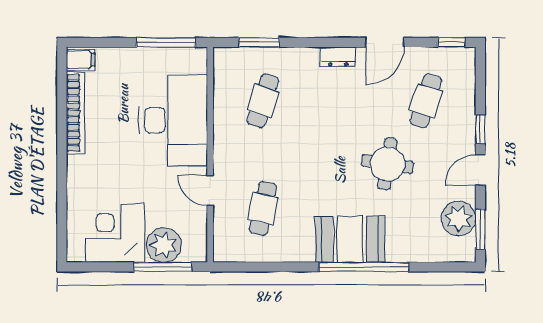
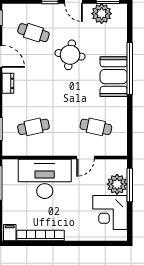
cafe table: (263, 101) -> (33, 127), turned -30

